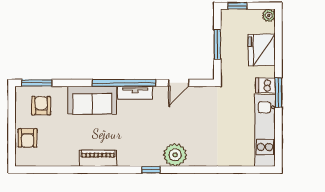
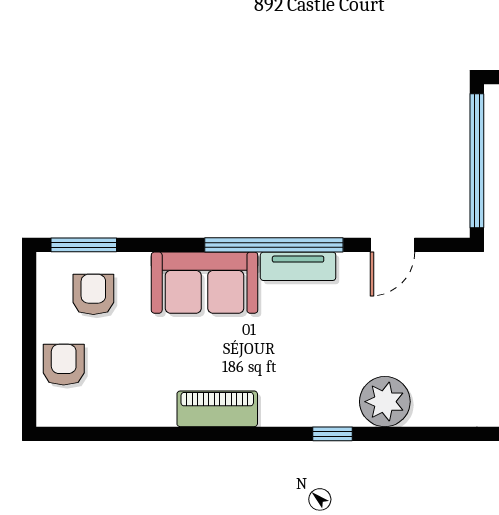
window: (217, 44) -> (477, 161), width x2.11
armchair: (28, 138) -> (64, 365), turned 180

